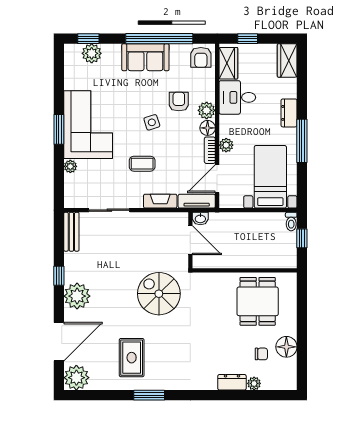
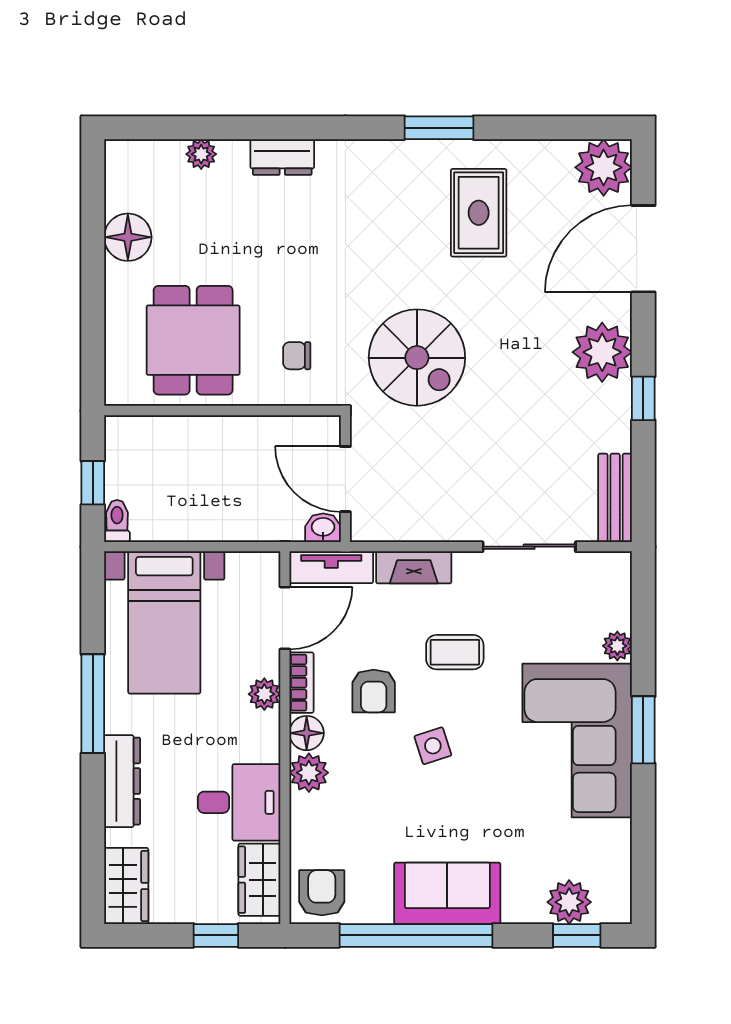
armchair: (179, 102) -> (374, 691), moved
dresser: (289, 113) -> (122, 781), width x1.44
chair: (261, 354) -> (297, 356), moved
dresser: (232, 382) -> (282, 157), moved

